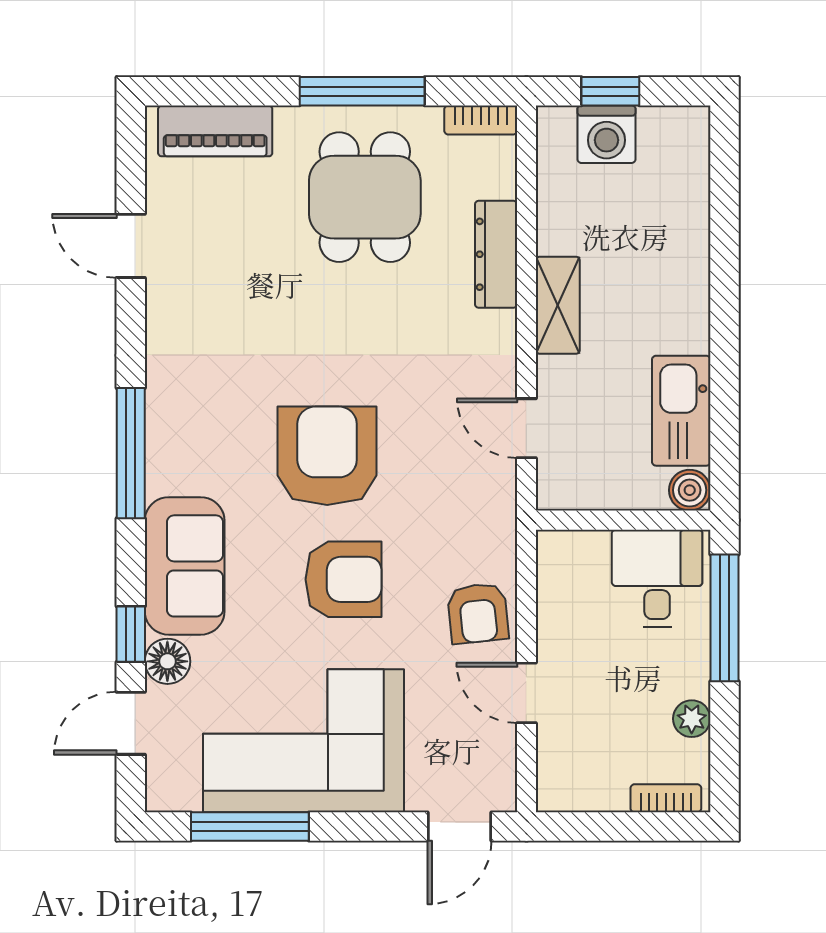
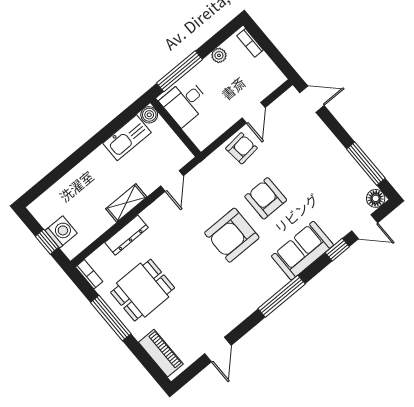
floor lamp: (167, 661) -> (376, 198), moved
corner sofa: (303, 741) -> (326, 169), removed

